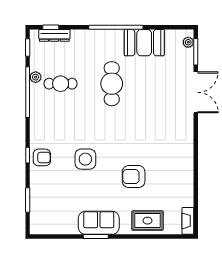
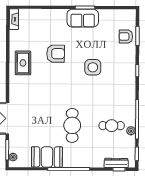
armchair: (42, 157) -> (126, 37), moved
rug: (148, 221) -> (23, 63), moved, turned 90

